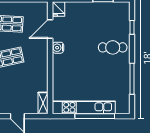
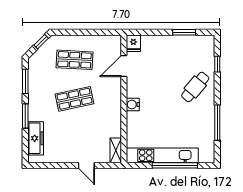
cafe table: (113, 47) -> (195, 87), turned -50
water cooler: (58, 48) -> (133, 105), moved

